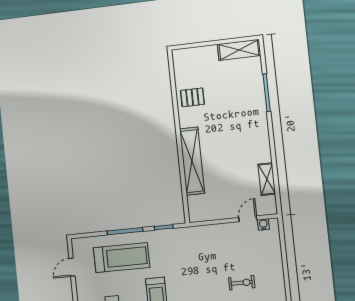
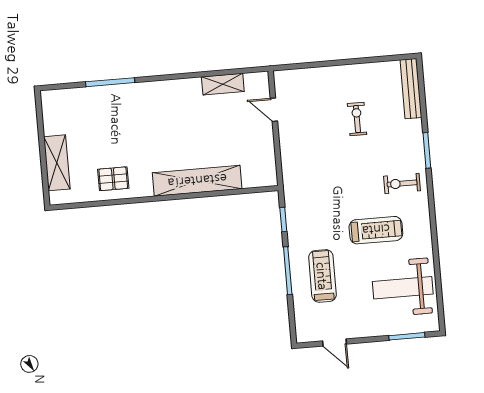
shelving: (239, 50) -> (57, 163), moved
pallet: (192, 97) -> (113, 179), turned 90
water cooler: (263, 224) -> (282, 90), removed
treadmill: (122, 258) -> (322, 276), width x0.73, depth x0.73

